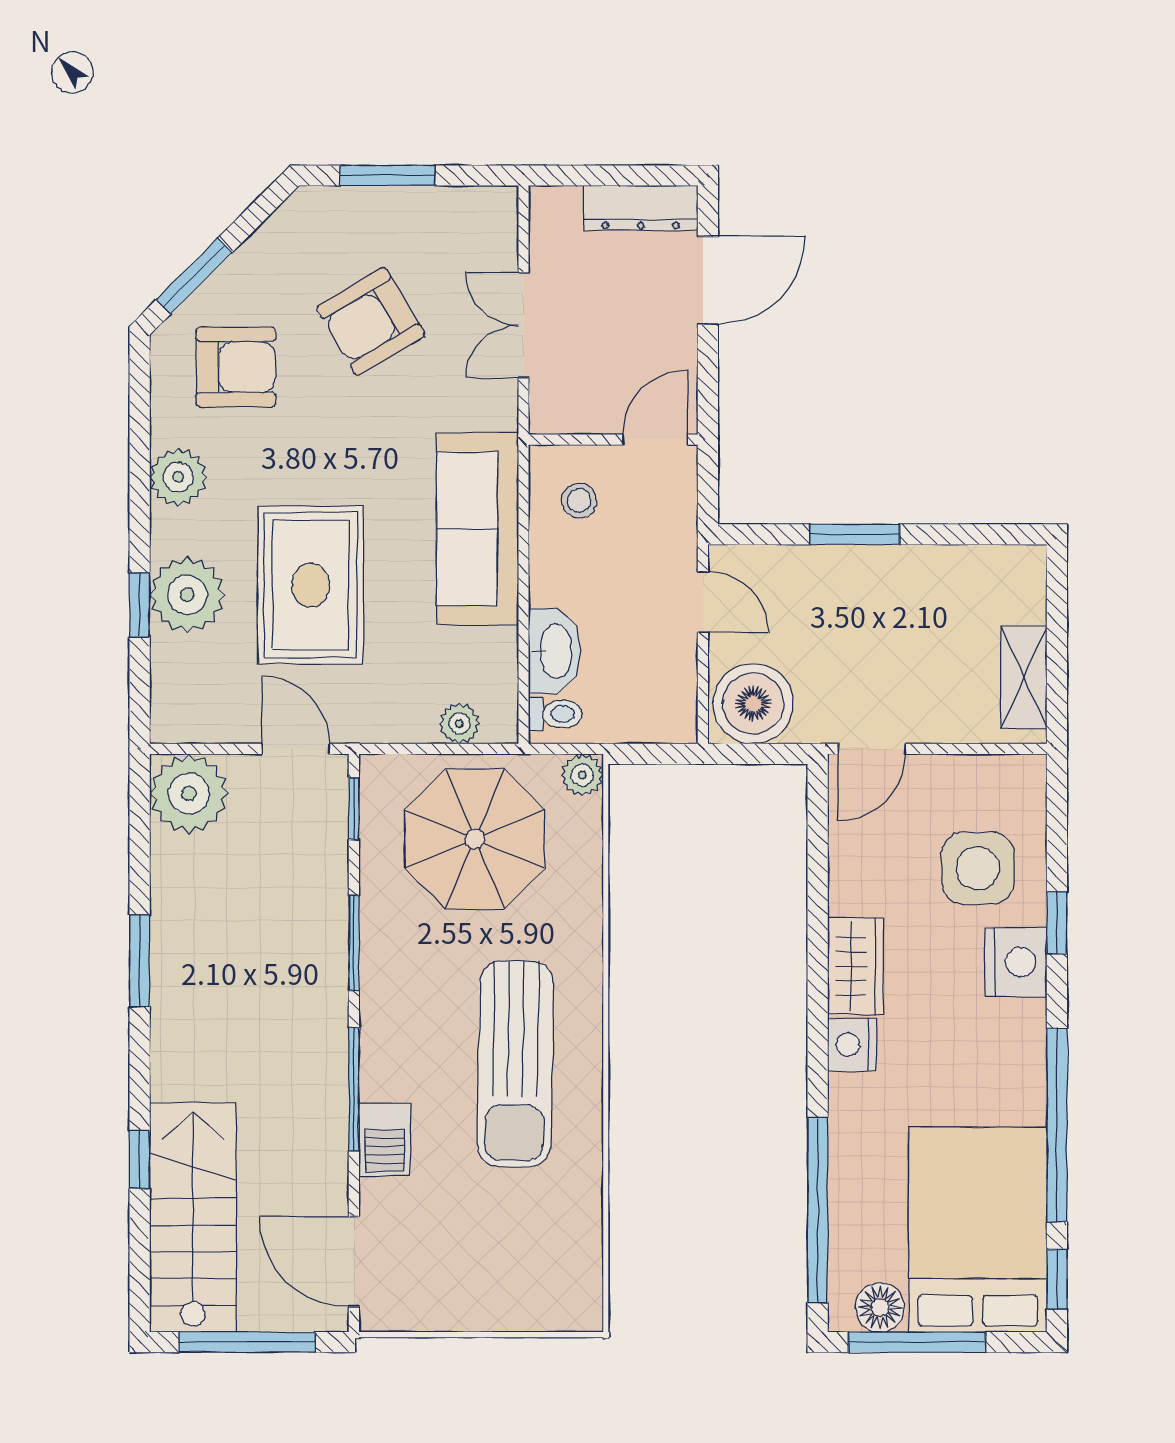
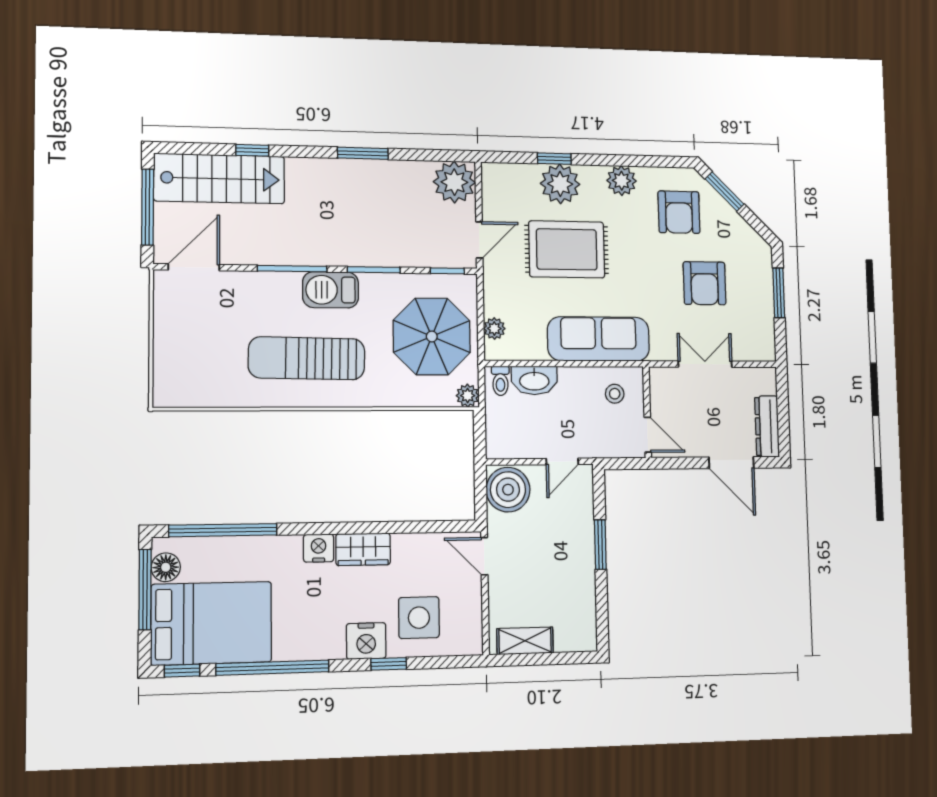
armchair: (371, 321) -> (705, 283), turned -149
barbecue: (385, 1140) -> (331, 290), moved, width x1.38, depth x1.27

